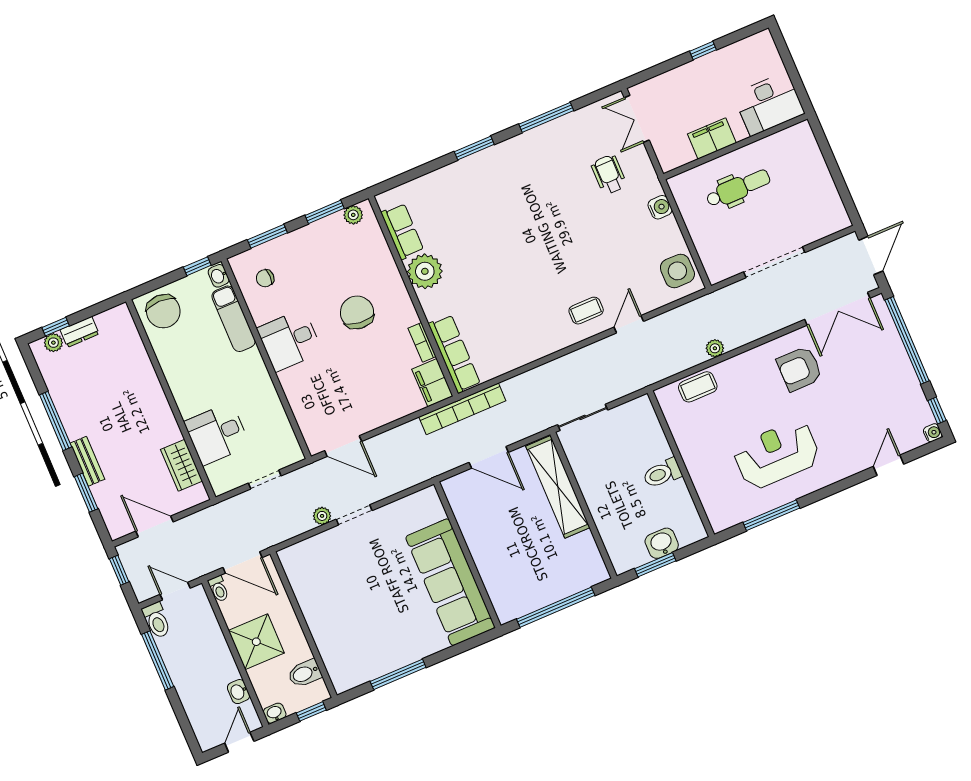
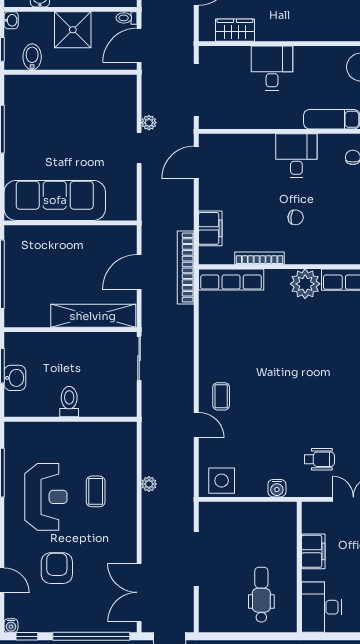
dental chair: (738, 188) -> (261, 595), moved, turned 180
chair: (357, 312) -> (296, 217), width x0.54, depth x0.54
bookcase: (422, 342) -> (260, 258), width x1.56
armchair: (799, 369) -> (57, 568), moved
filing cabinet: (432, 383) -> (210, 228), moved, turned 90
coffee table: (698, 387) -> (96, 491), moved
desk: (217, 434) -> (272, 68), moved
doorway: (265, 480) -> (196, 90), width x1.88

